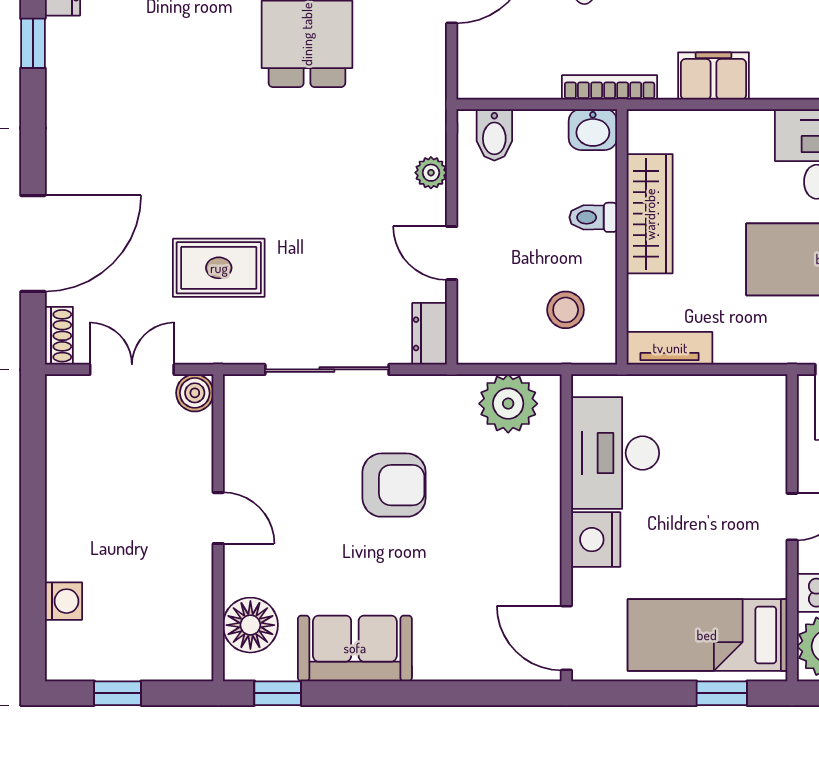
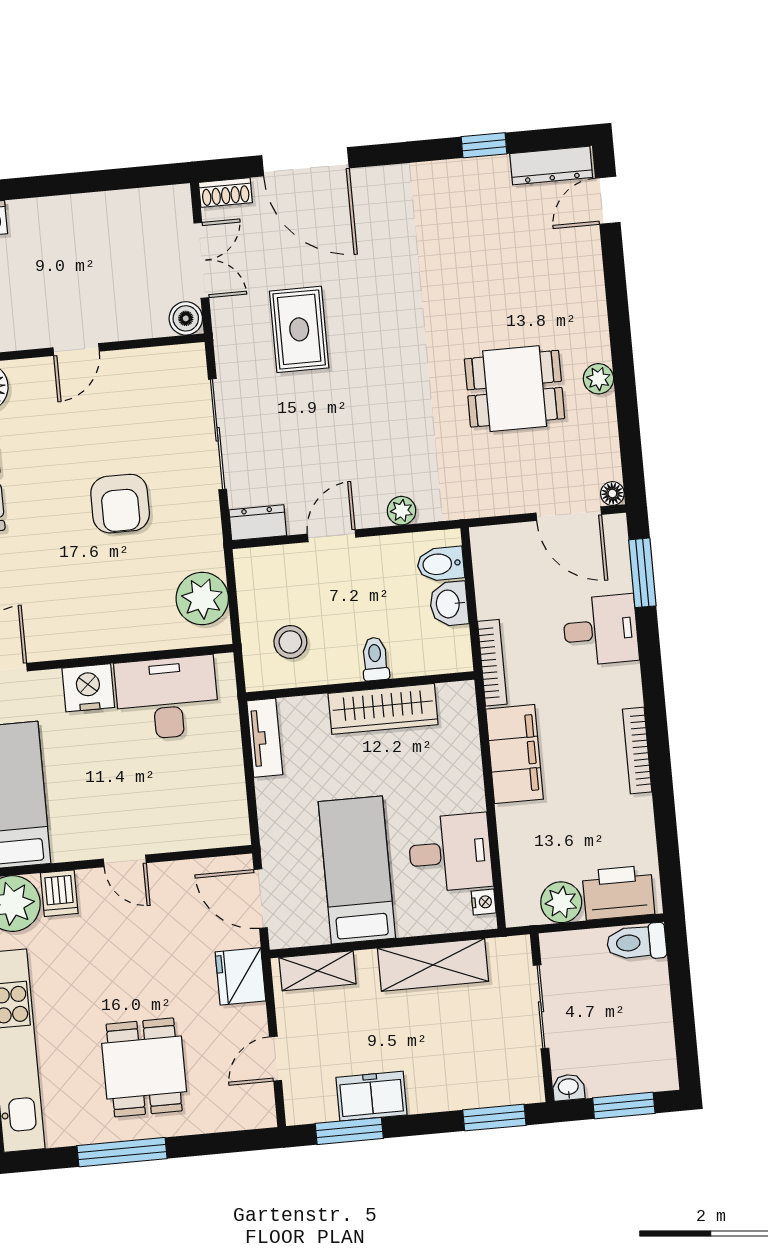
filing cabinet: (713, 76) -> (515, 754), width x1.50, depth x1.17
washbasin: (593, 130) -> (449, 604), moved

